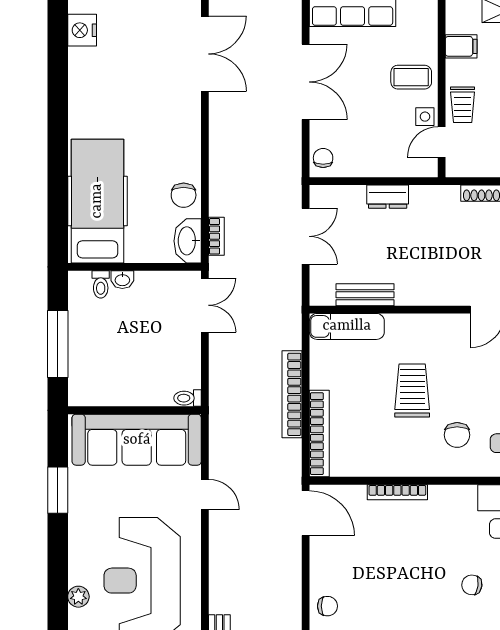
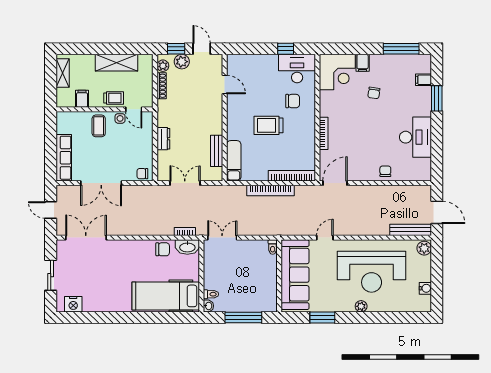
double door: (306, 82) -> (101, 183), swing flipped
washbasin: (122, 280) -> (208, 306), moved
plant: (78, 597) -> (361, 306), moved

